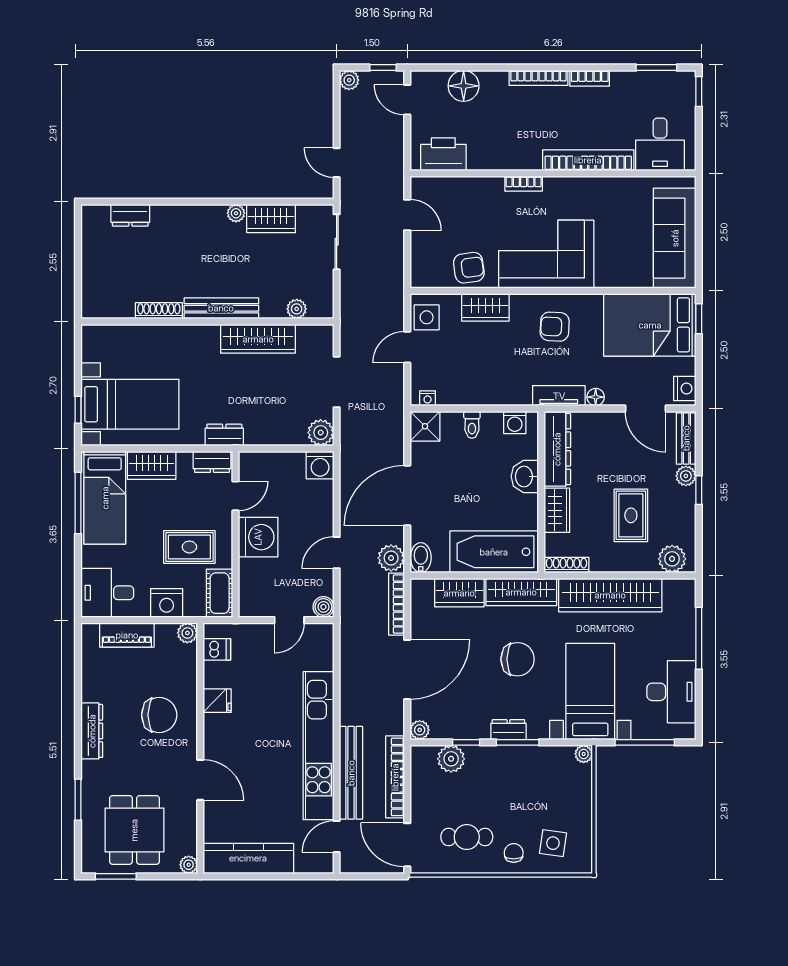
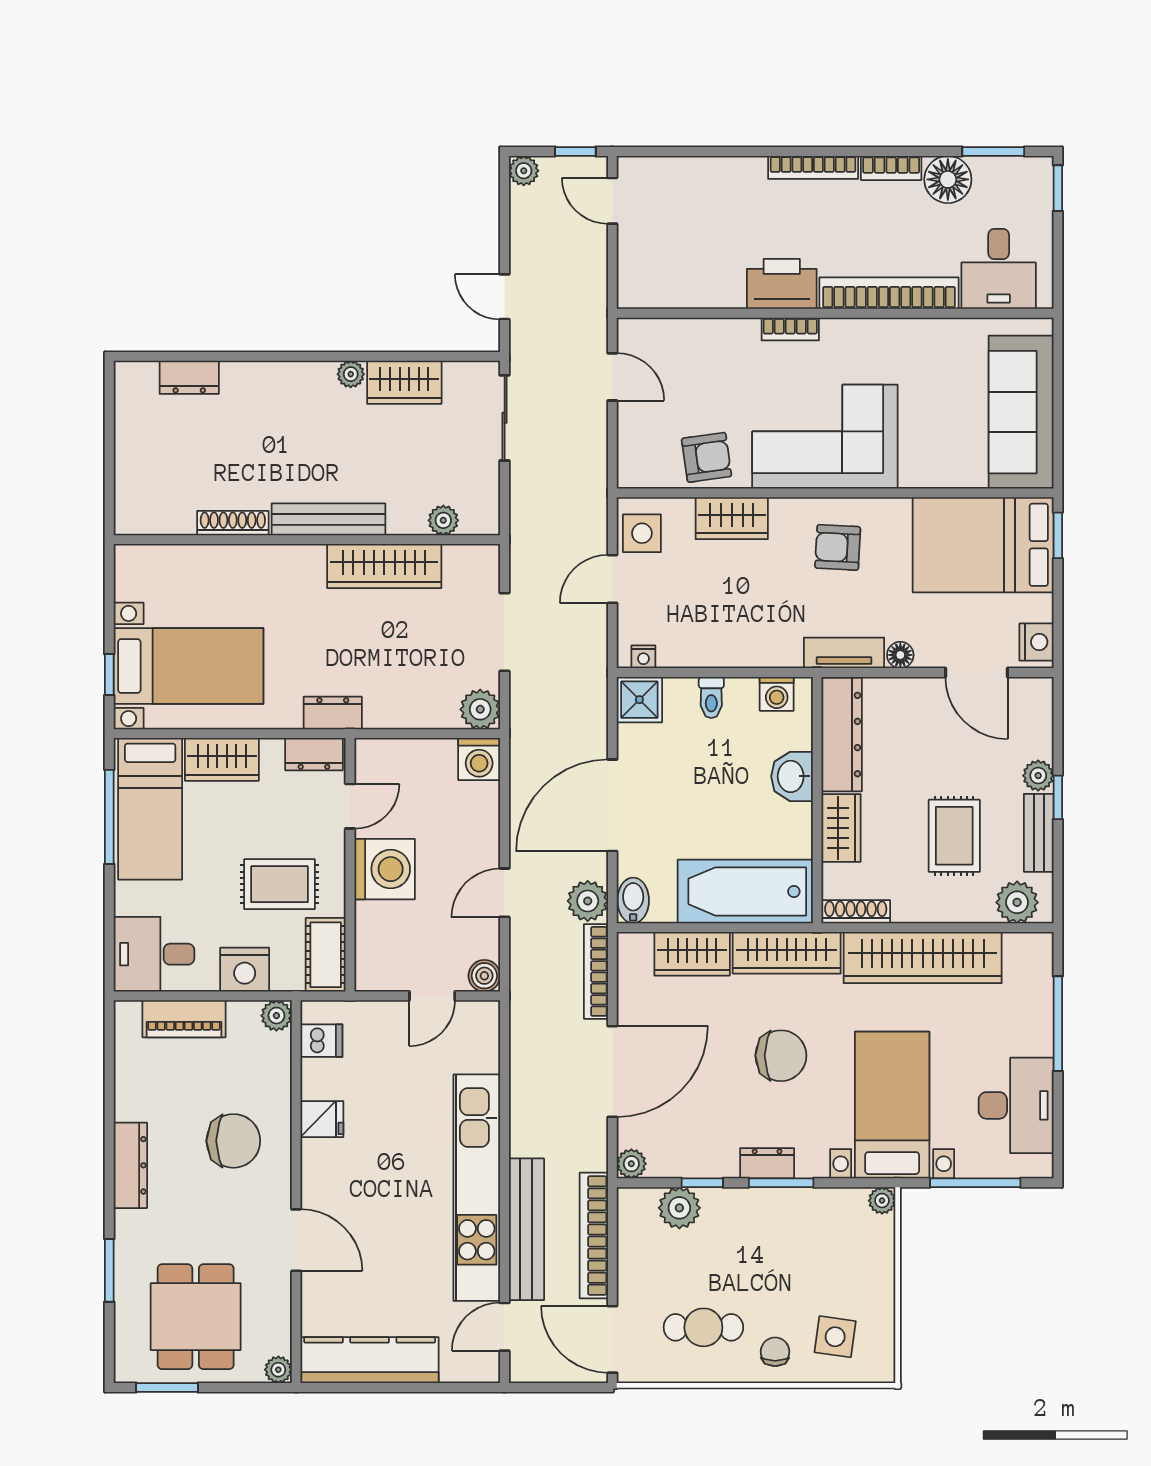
floor lamp: (464, 86) -> (948, 179), moved
printer: (443, 154) -> (782, 284), moved
bench: (686, 438) -> (1039, 833), moved

